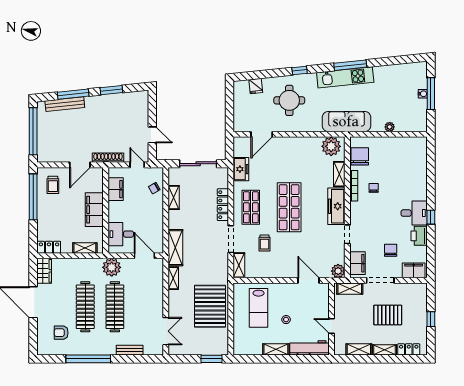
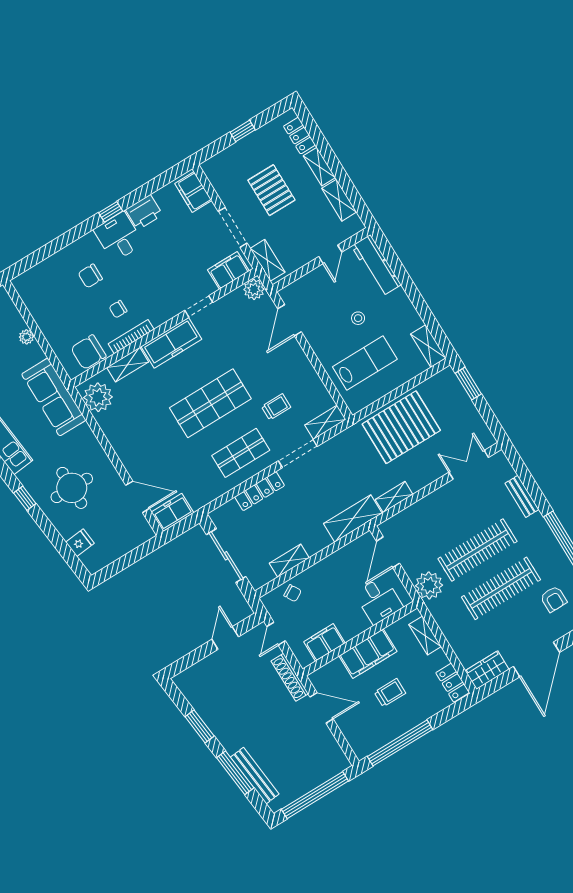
freezer: (241, 169) -> (172, 512), moved
trolley: (53, 185) -> (390, 693), moved
chair: (391, 250) -> (90, 276), moved
shelving: (276, 349) -> (428, 346), moved

